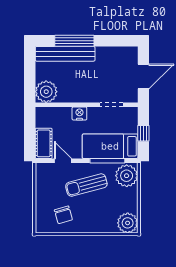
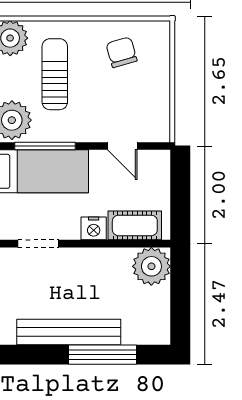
bench: (65, 54) -> (69, 332), moved
cot: (44, 143) -> (135, 225), moved, turned 90
sun lounger: (86, 185) -> (55, 74), moved, turned -75

